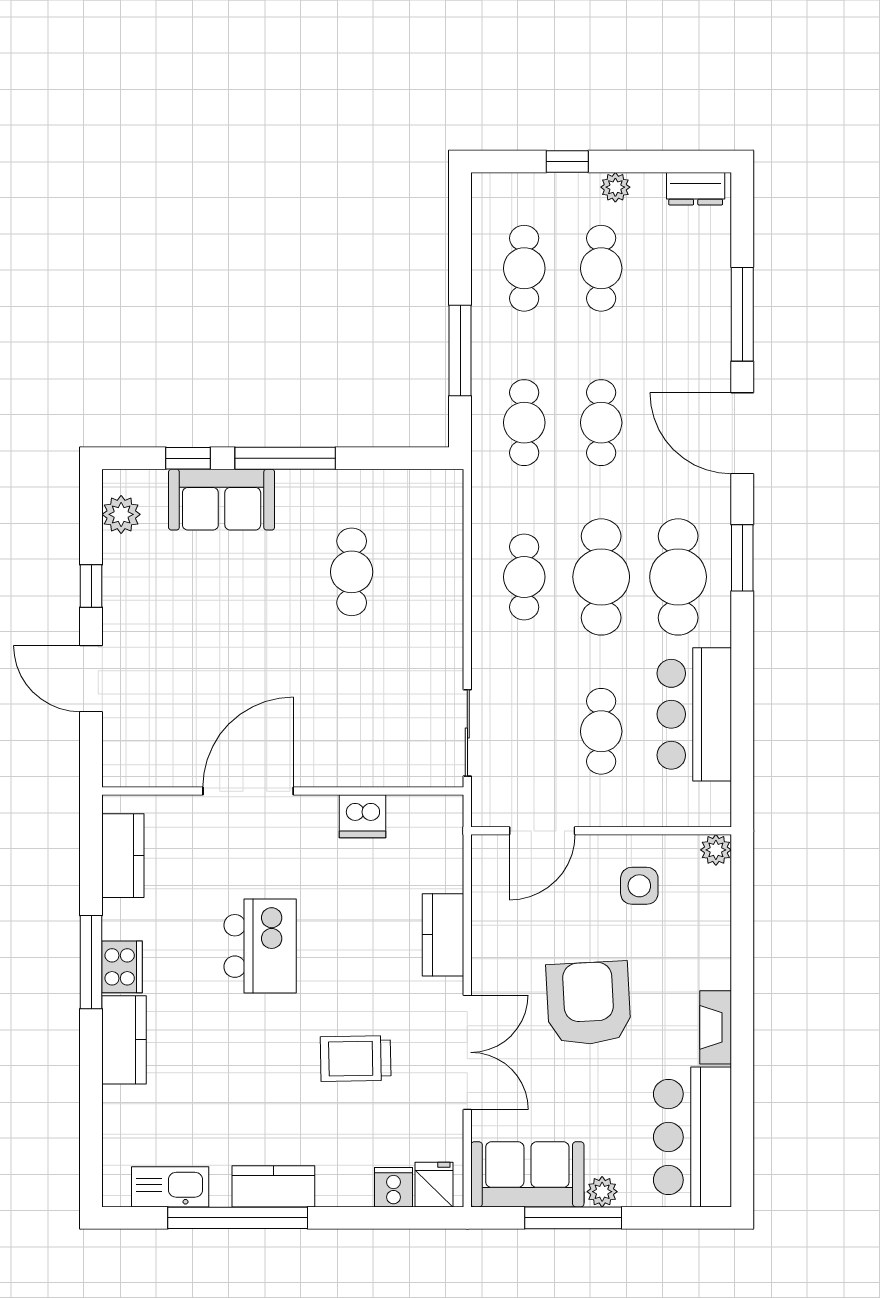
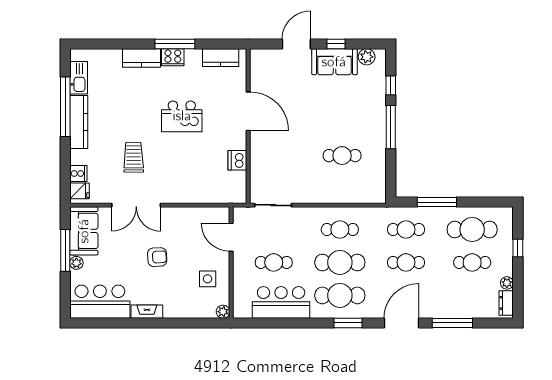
plant: (615, 187) -> (507, 283), moved
cafe table: (524, 268) -> (472, 229), width x1.37, depth x1.35
sofa: (222, 500) -> (334, 62), moved, turned -90
kitchen counter: (443, 935) -> (187, 195), removed
armchair: (589, 1003) -> (157, 257), width x0.53, depth x0.53
kitchen counter: (273, 1186) -> (79, 122), width x1.50

